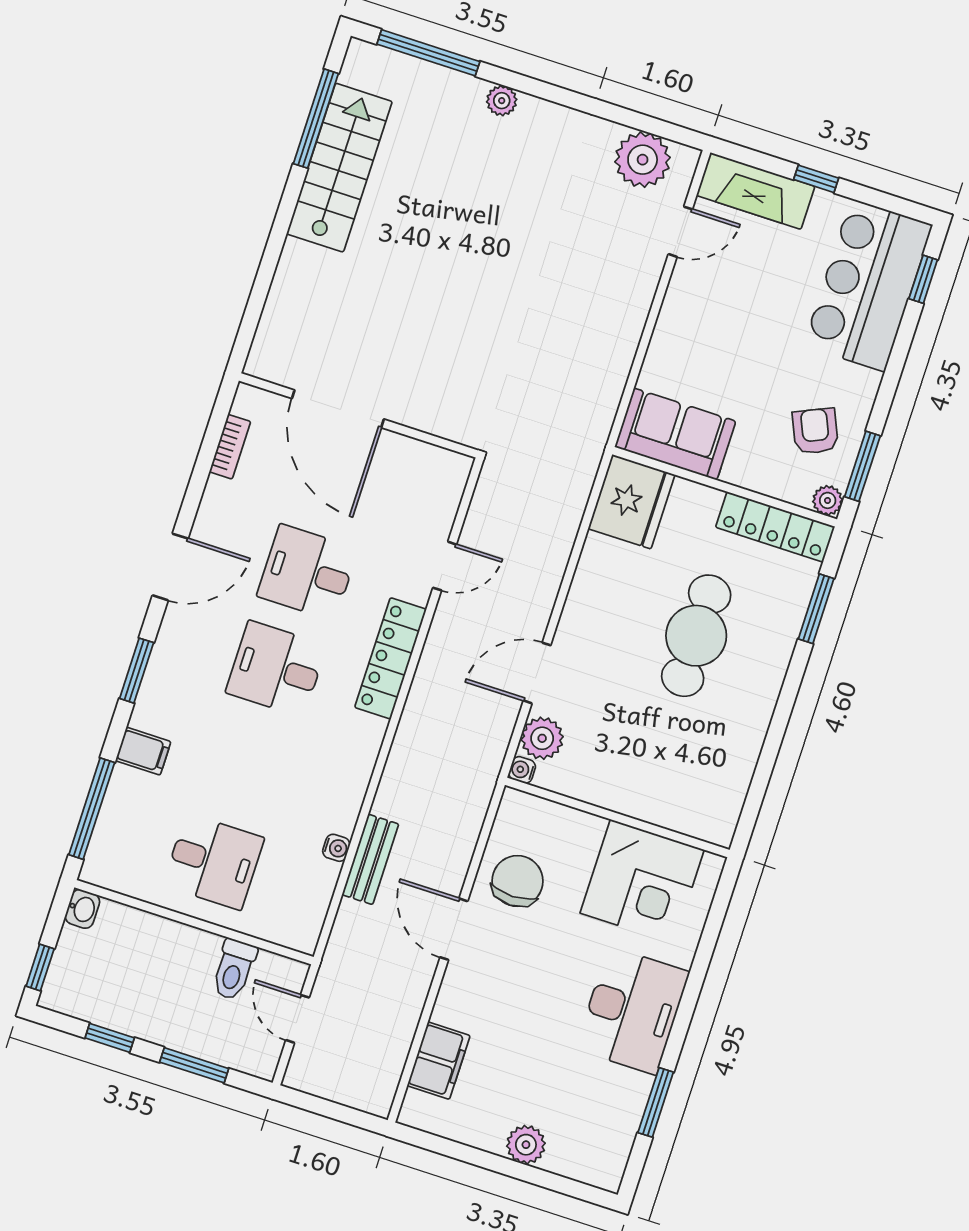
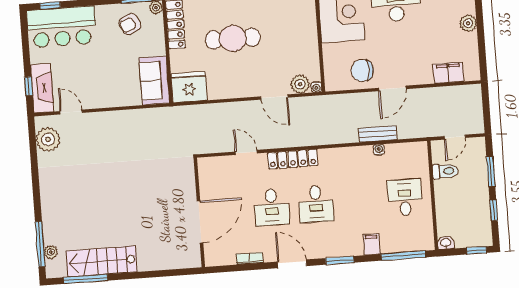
plant: (502, 101) -> (51, 252), moved
window: (816, 179) -> (29, 86), moved
bookcase: (230, 447) -> (250, 258), moved

